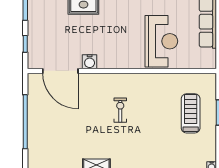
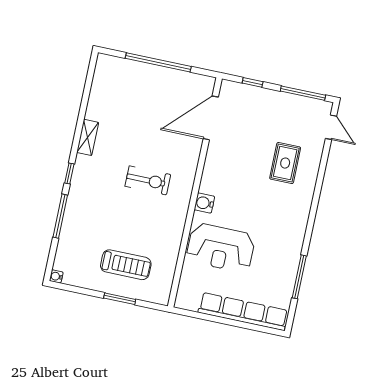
water cooler: (90, 62) -> (204, 203), moved
exercise bike: (120, 110) -> (148, 180), width x1.38, depth x1.39

